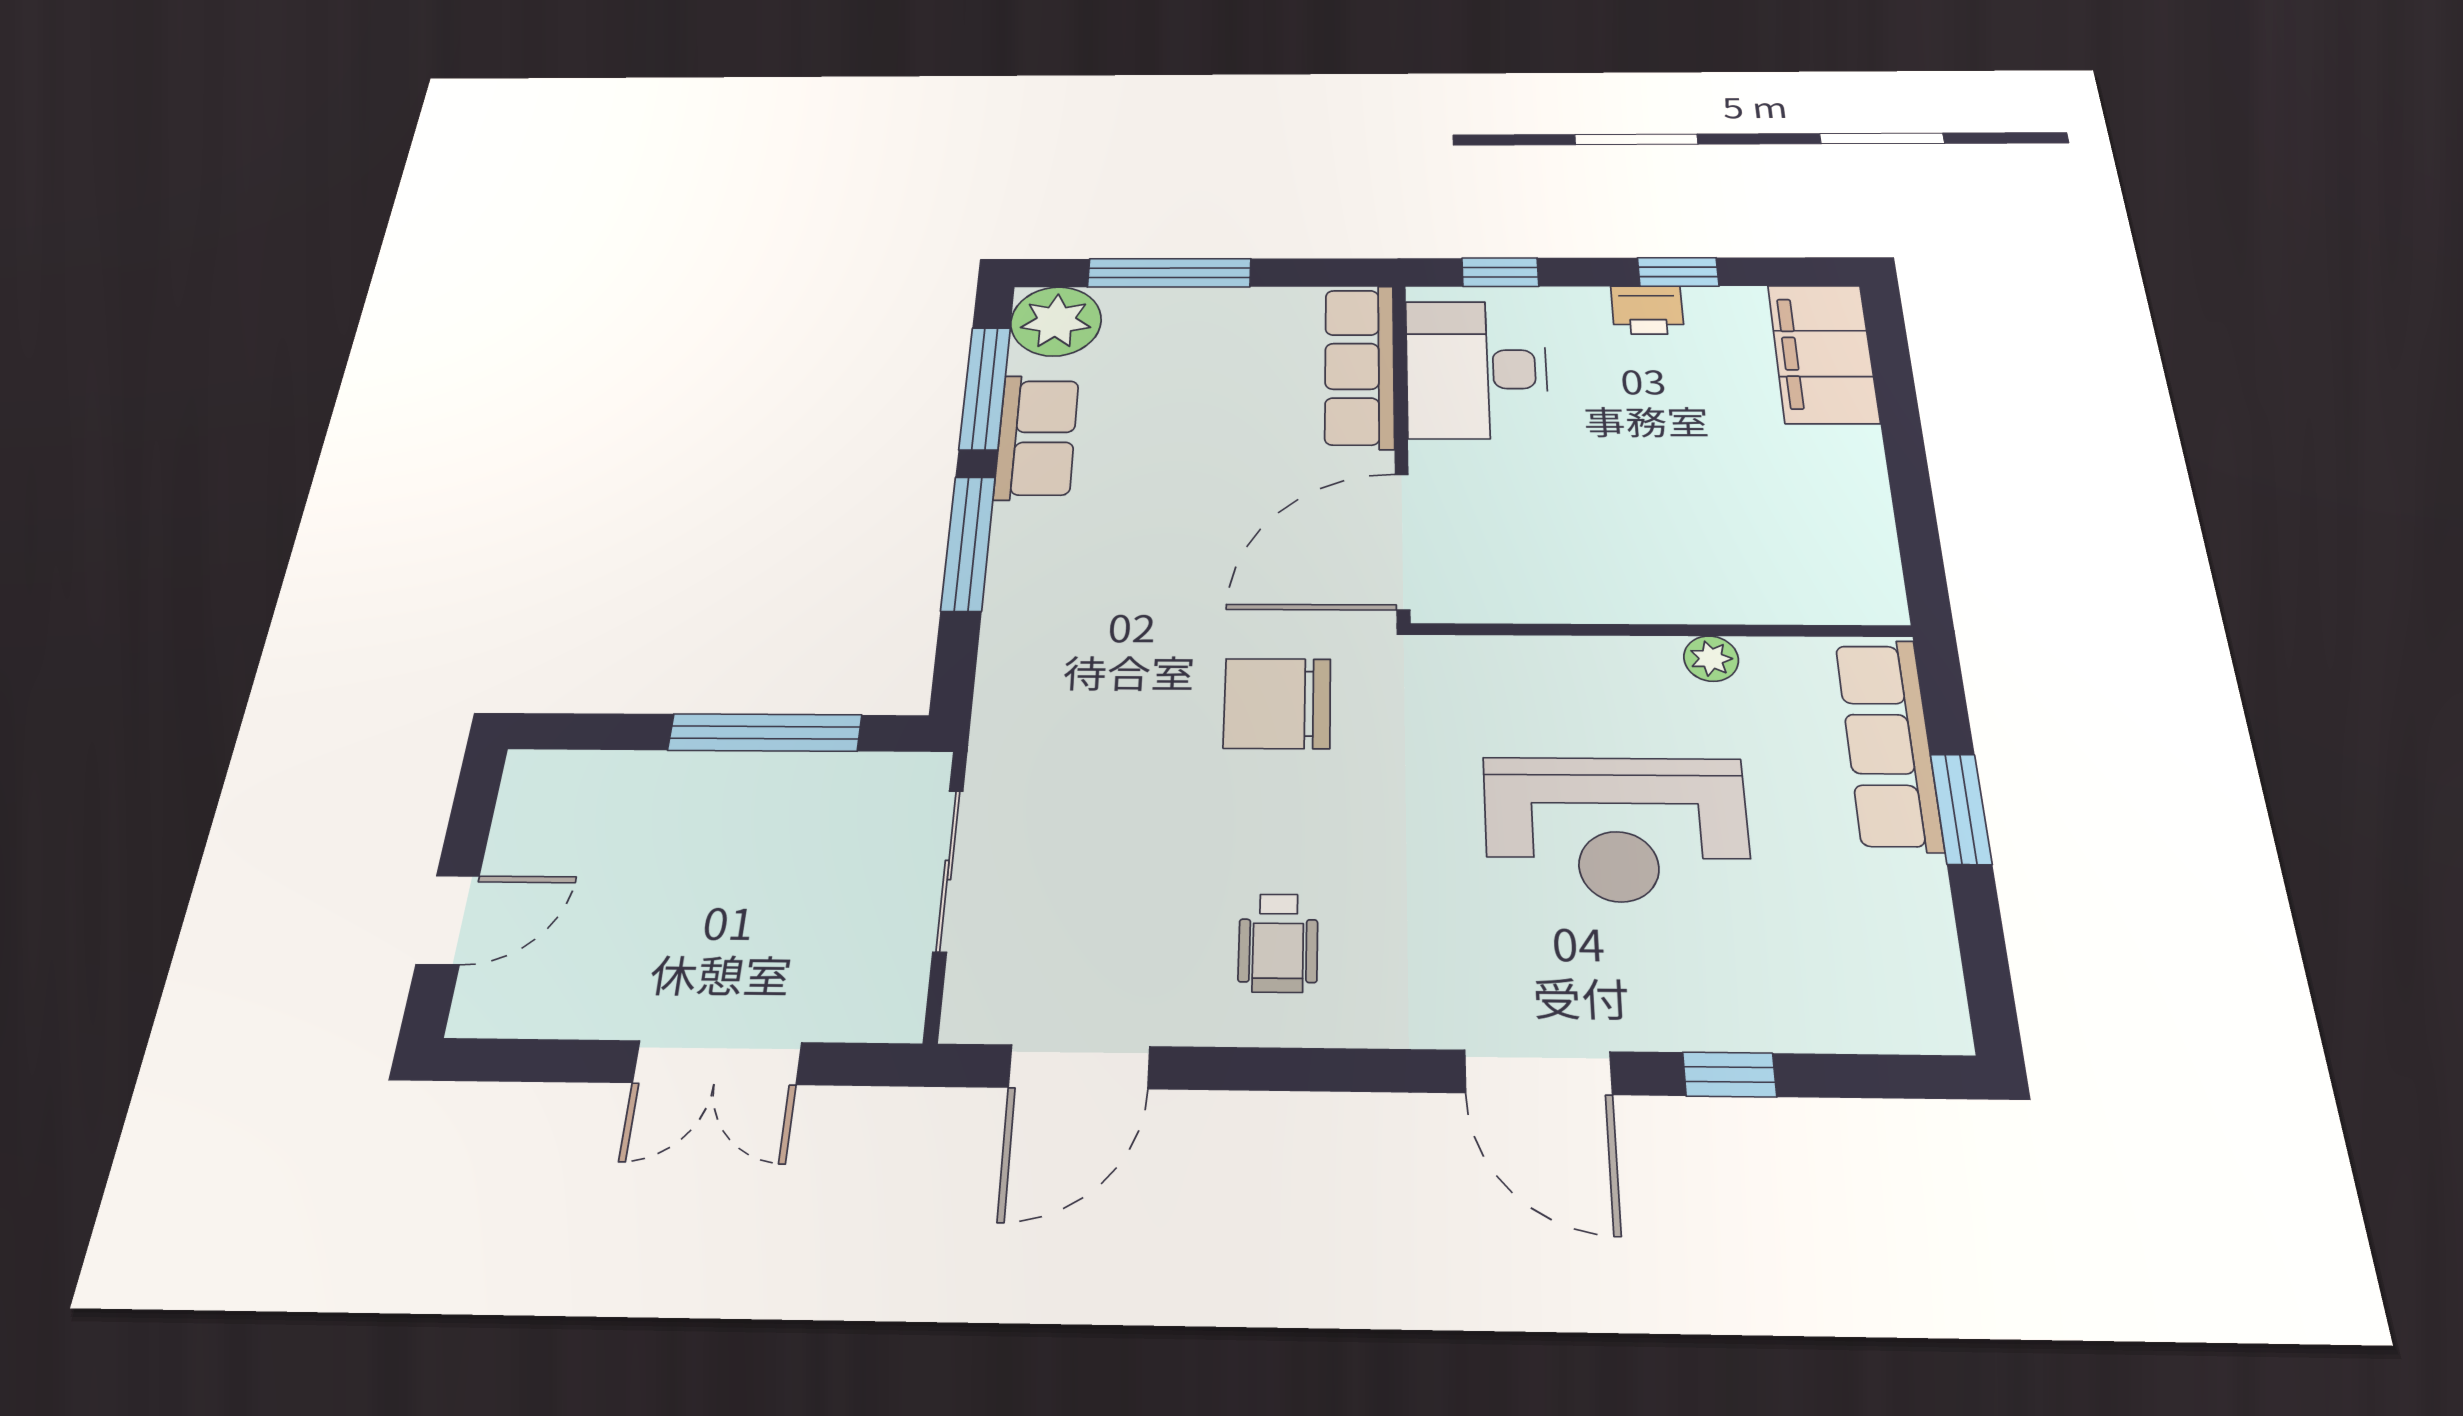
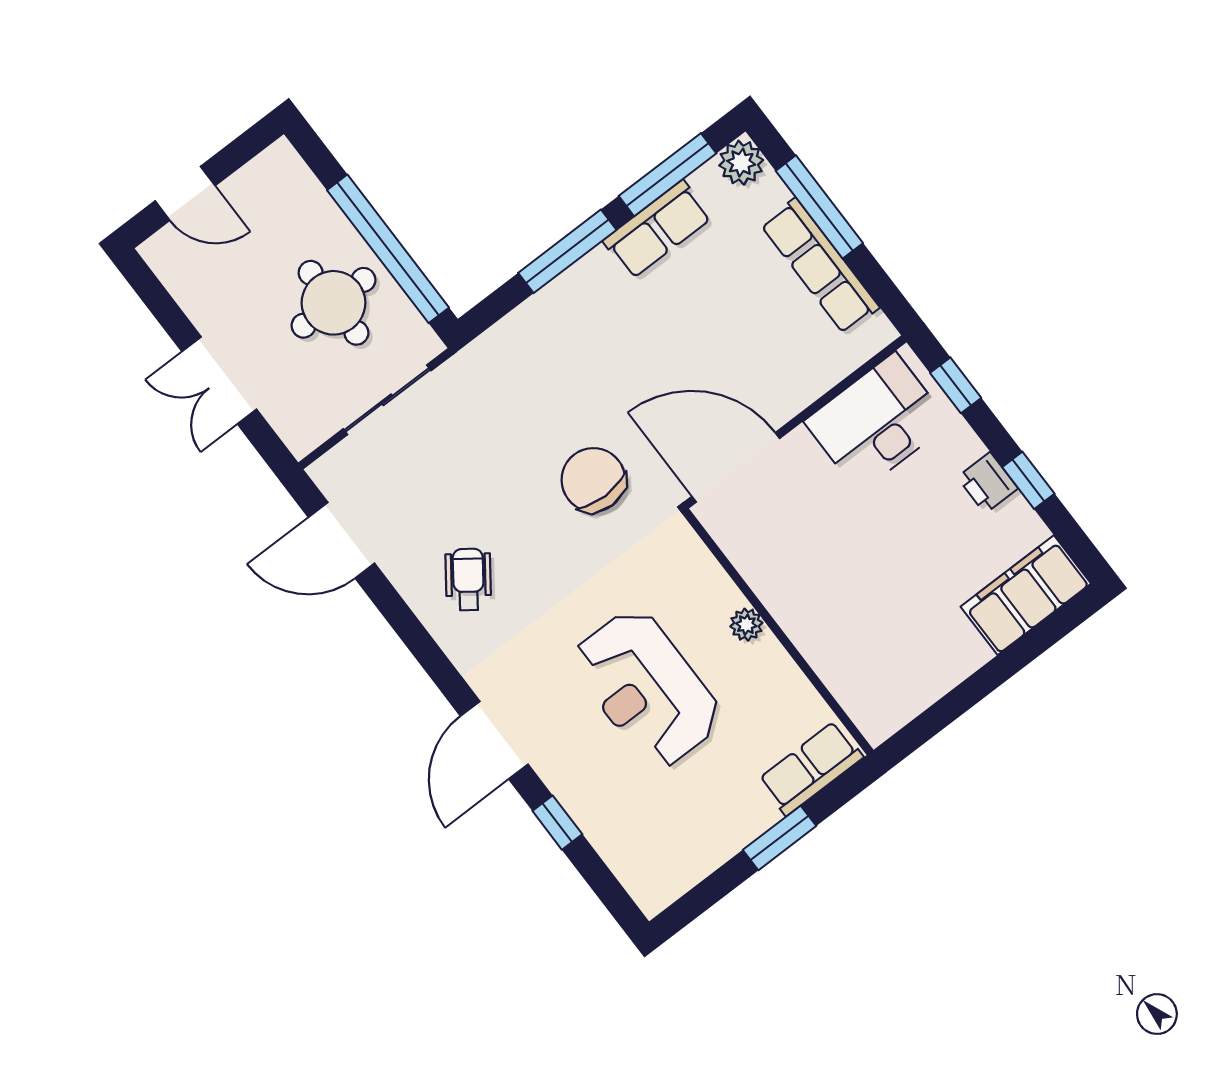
plant: (1056, 321) -> (741, 163), width x0.73, depth x0.73
row of seats: (1359, 366) -> (820, 266), moved, turned -90
plant: (1711, 659) -> (746, 625), moved
window: (765, 733) -> (388, 249), width x1.46
row of seats: (1888, 744) -> (811, 768), width x0.68
round table: (764, 844) -> (334, 303), added
wheelchair: (1278, 943) -> (468, 580), turned 126

